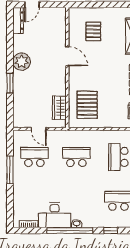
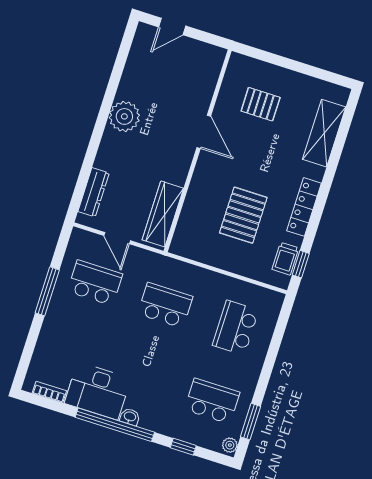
dresser: (18, 21) -> (94, 192), moved
pallet: (93, 31) -> (261, 104), turned 90
window: (10, 83) -> (93, 146), removed
pallet: (87, 105) -> (243, 215), moved
wardrobe: (59, 108) -> (163, 214), width x1.50

